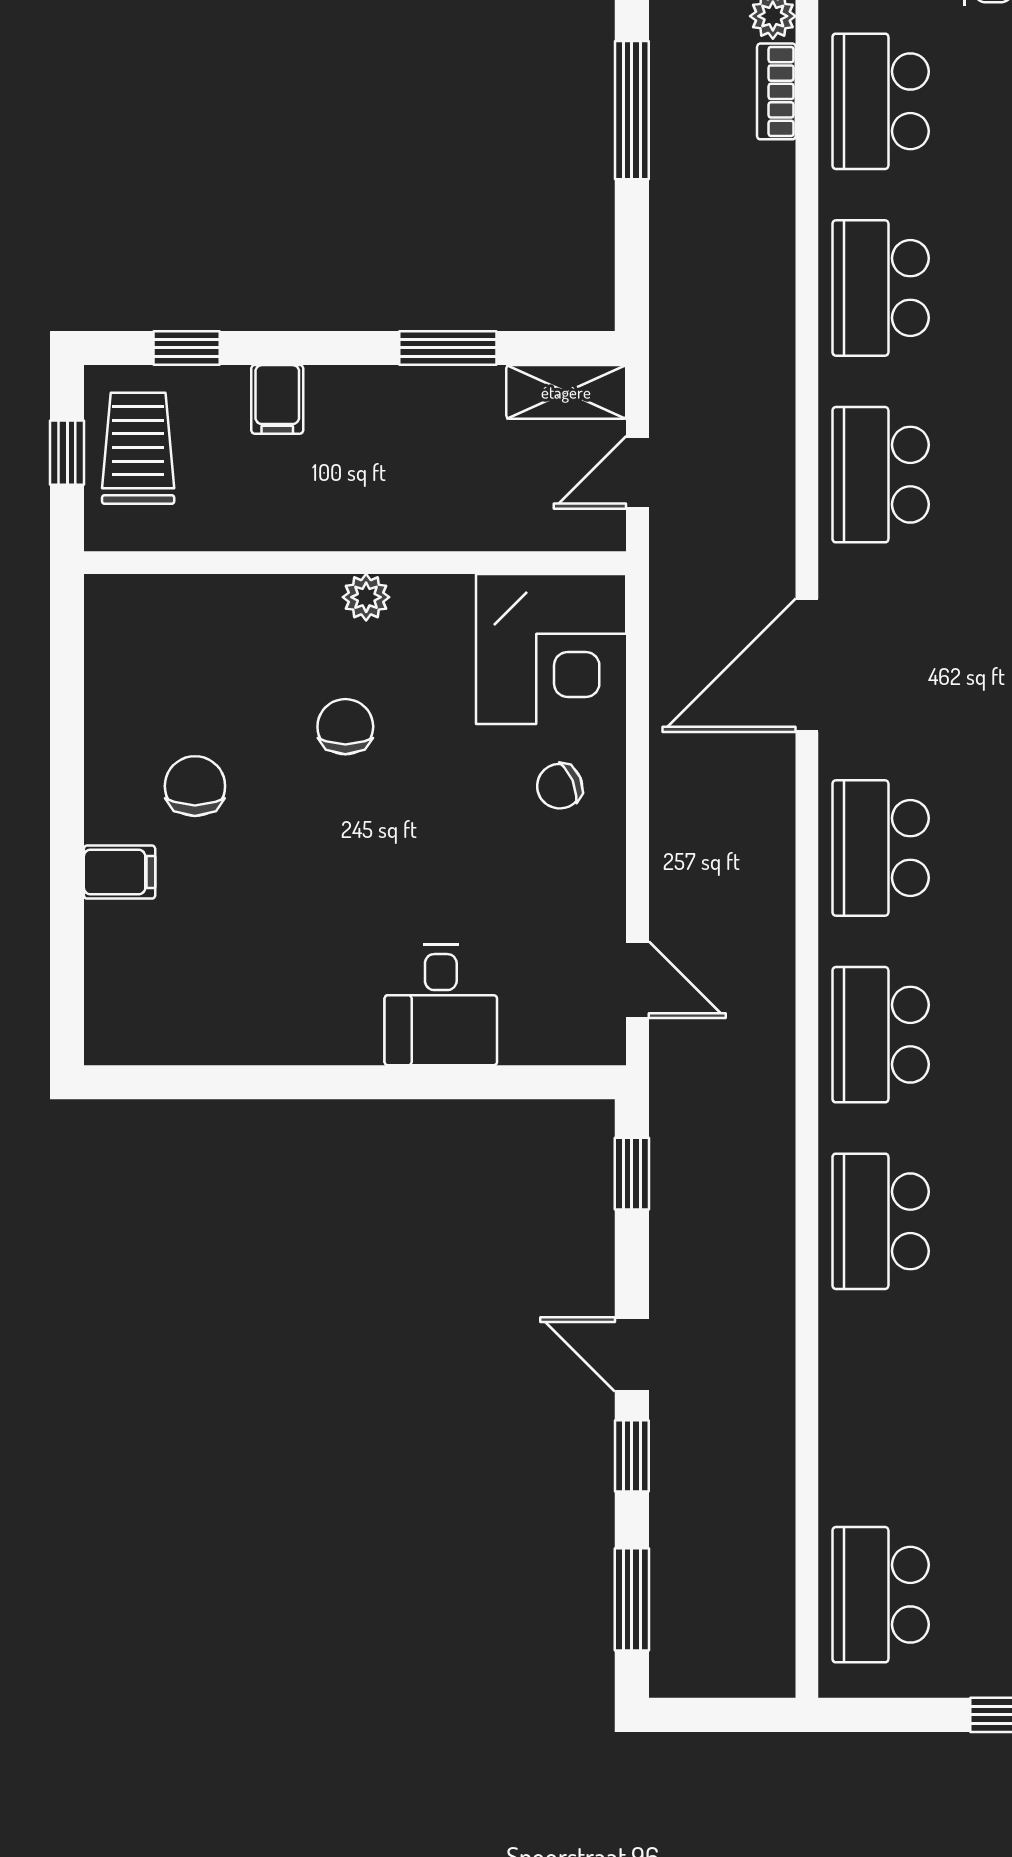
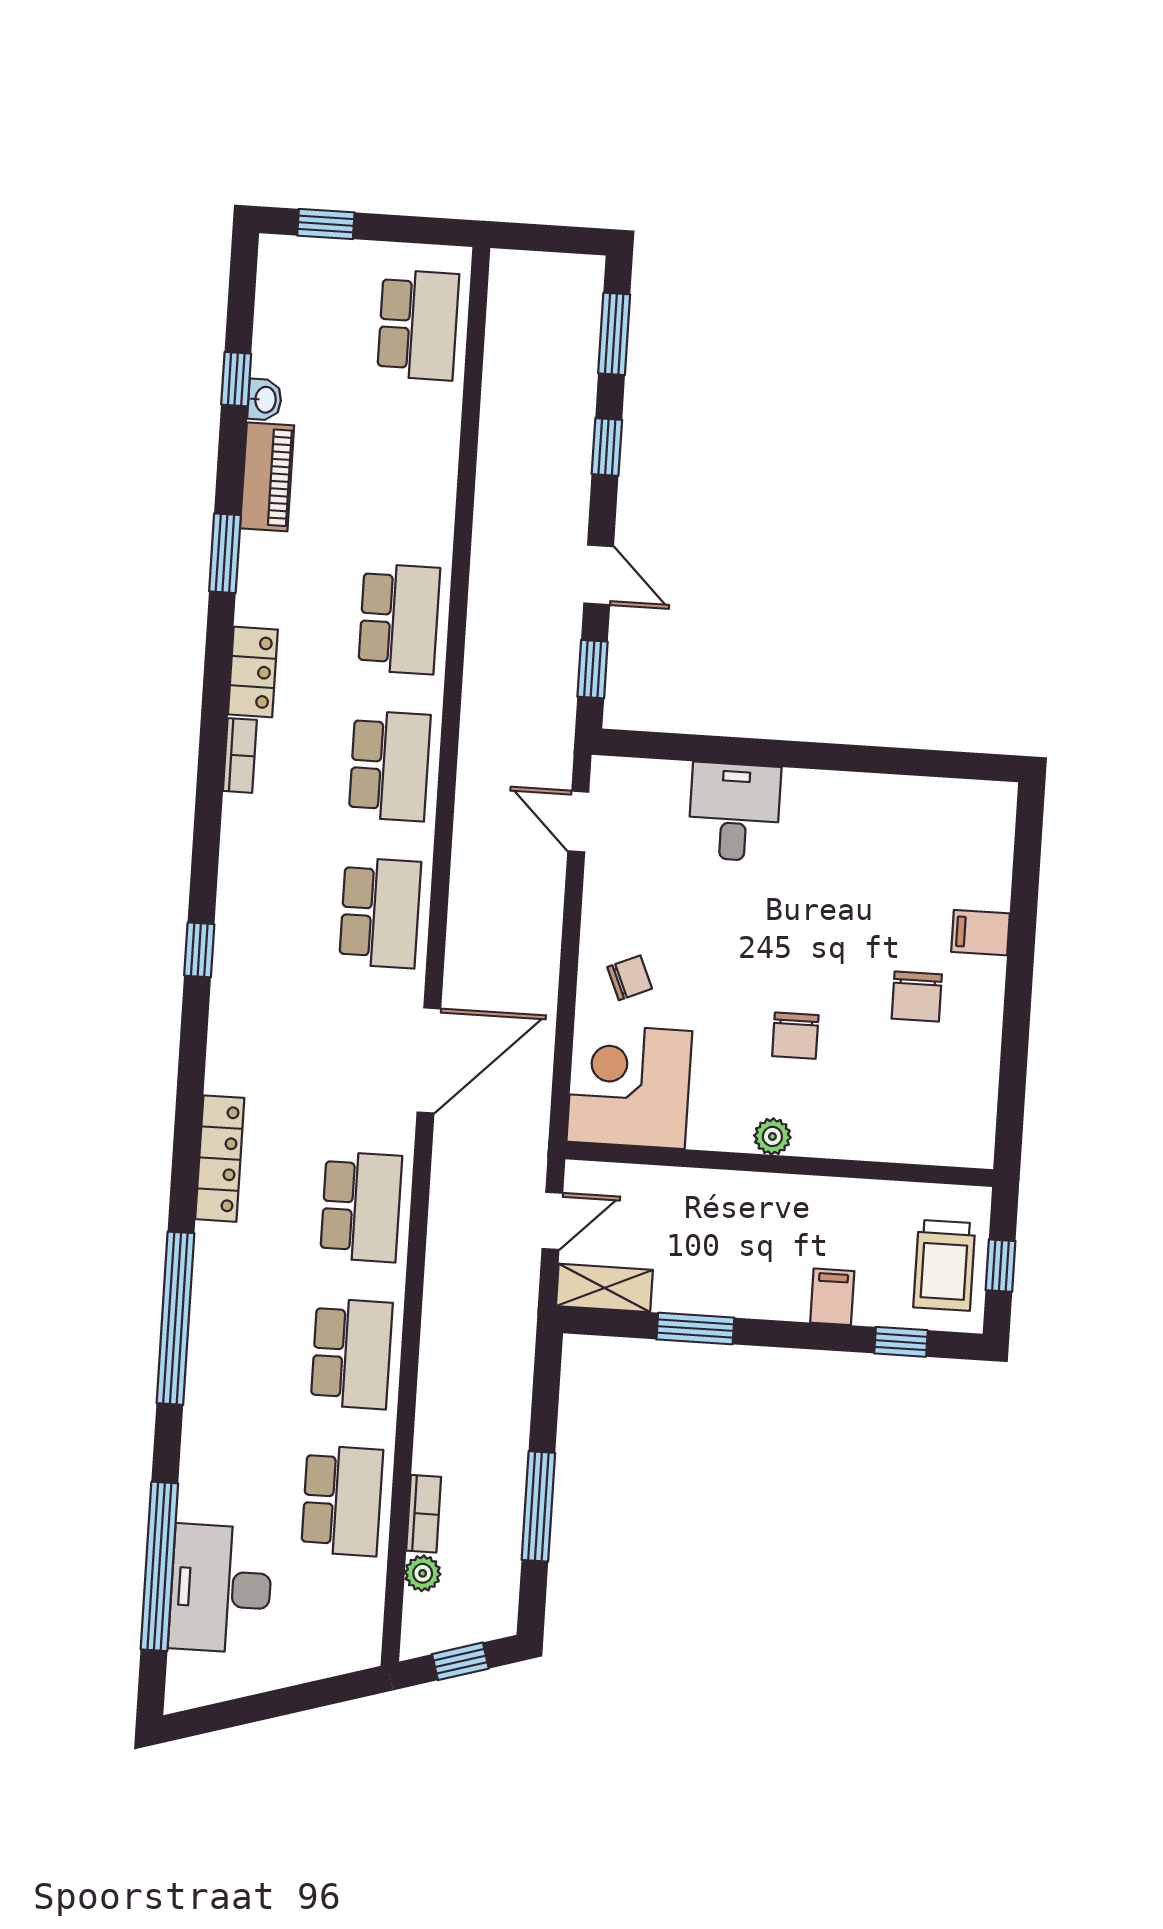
door: (632, 1354) -> (599, 575), moved

